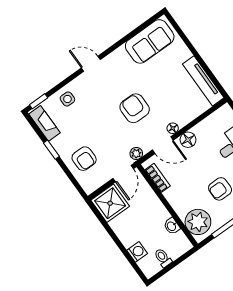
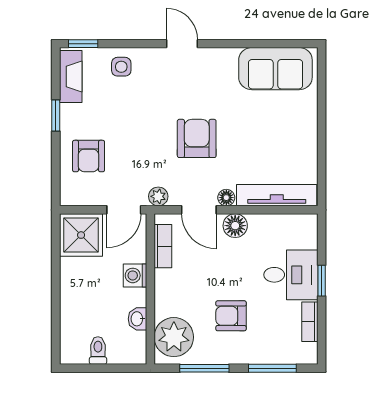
tv unit: (203, 81) -> (277, 195), moved, turned 90
washing machine: (137, 252) -> (135, 275), moved, turned 180

